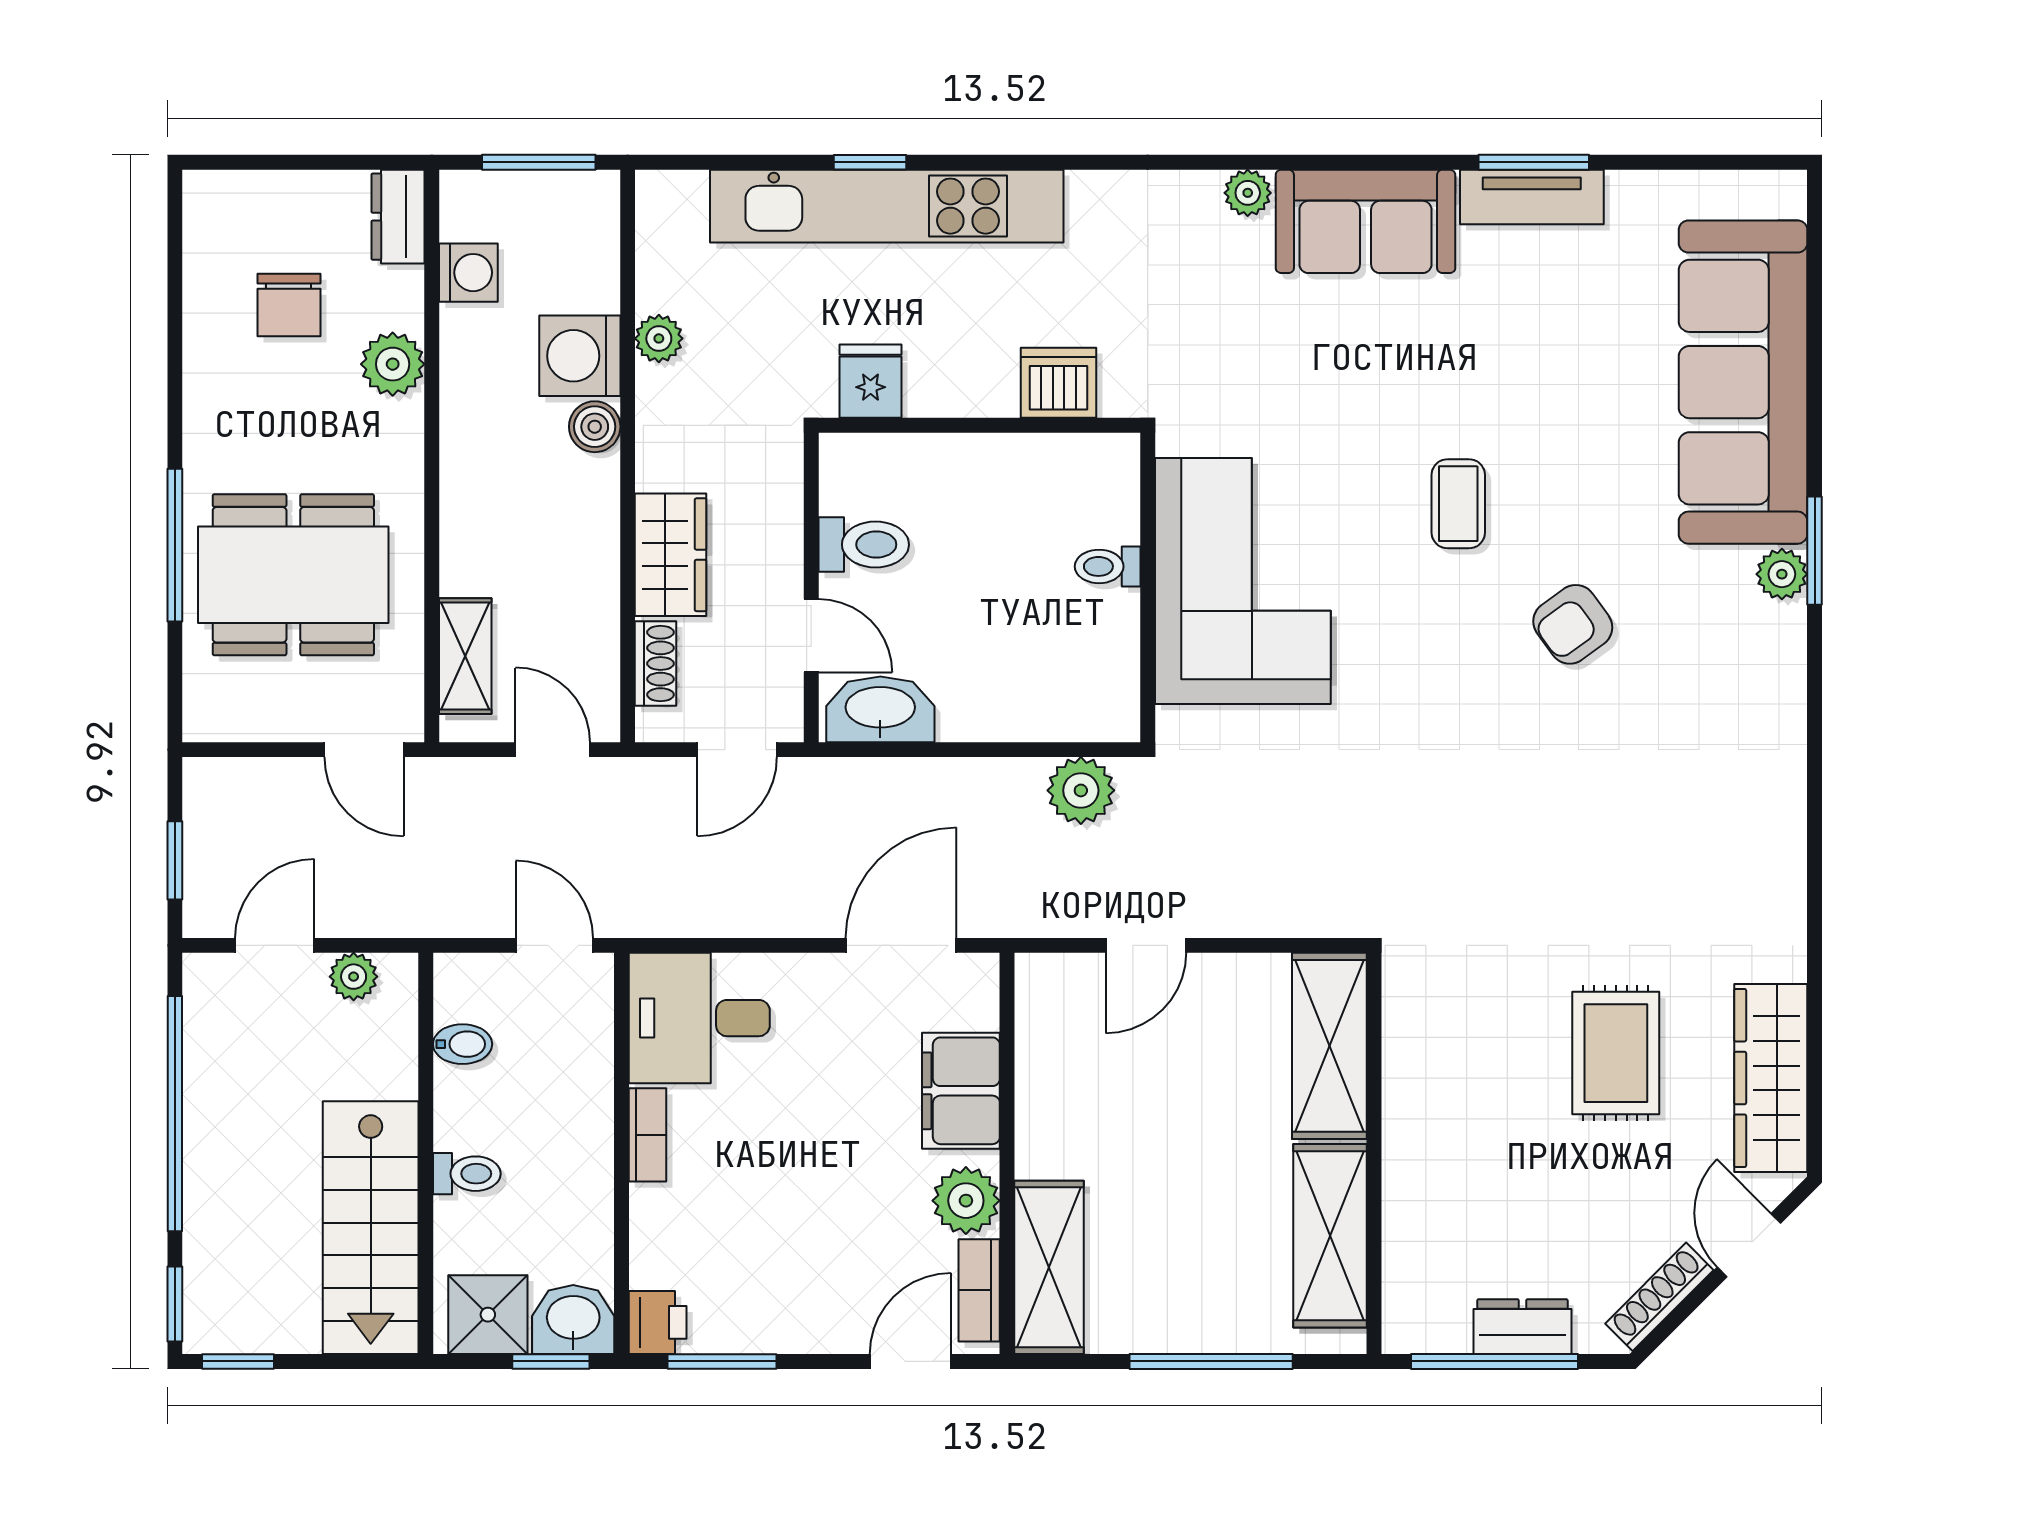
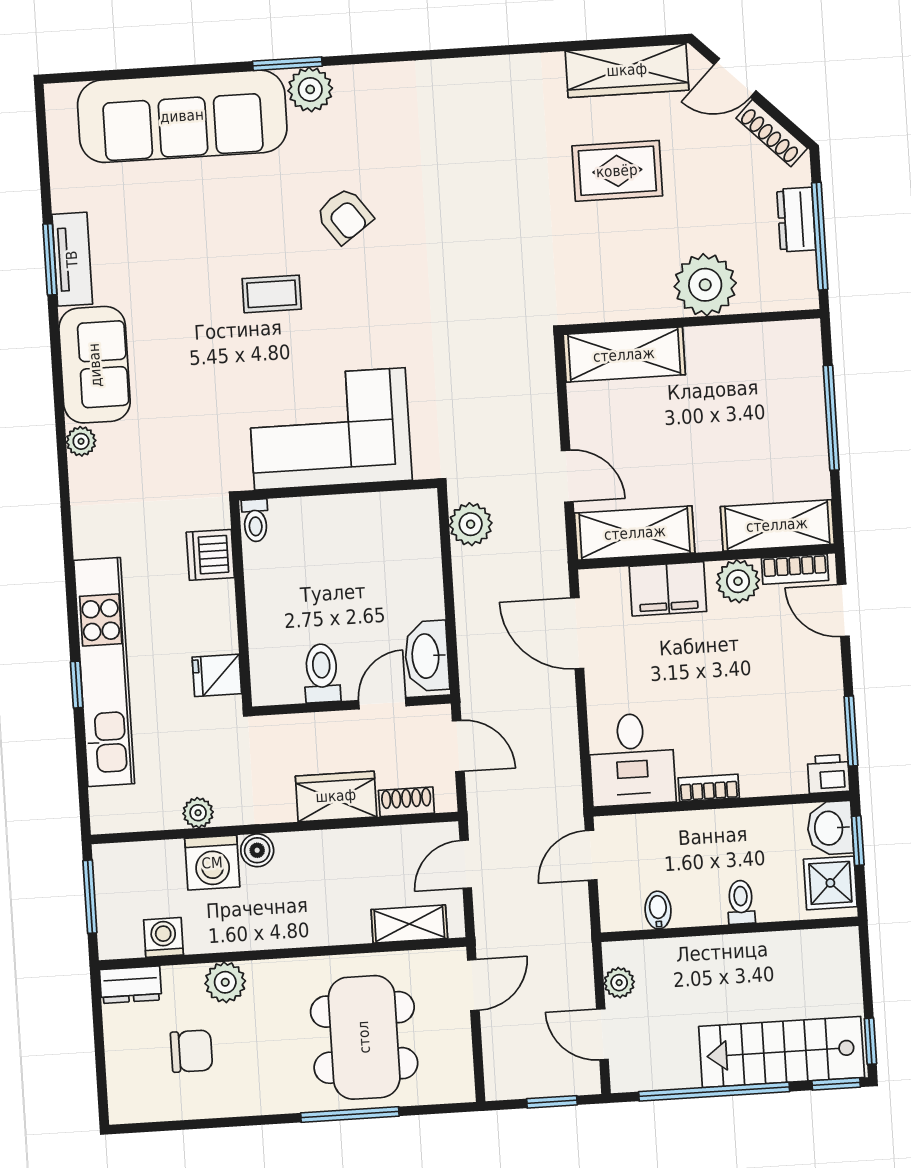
toilet: (1108, 566) -> (255, 520), moved
plant: (1782, 574) -> (310, 89), width x1.38, depth x1.38
plant: (1430, 1179) -> (705, 285), added
stairs: (371, 1228) -> (782, 1052), moved, turned 180
shelving: (1330, 1236) -> (635, 533), moved

